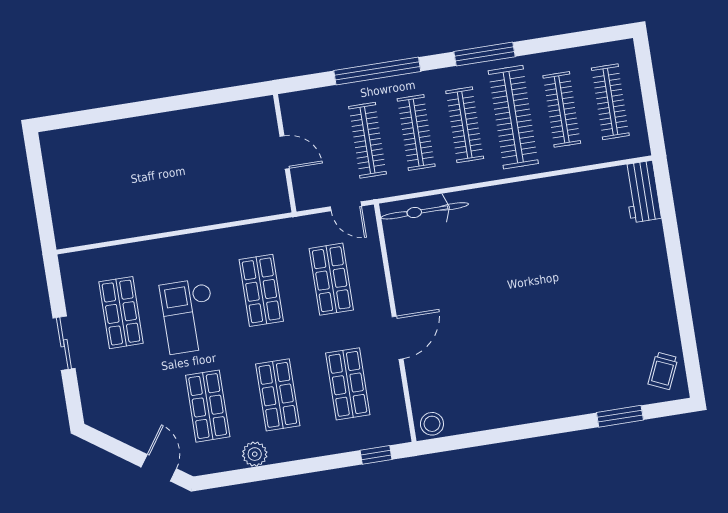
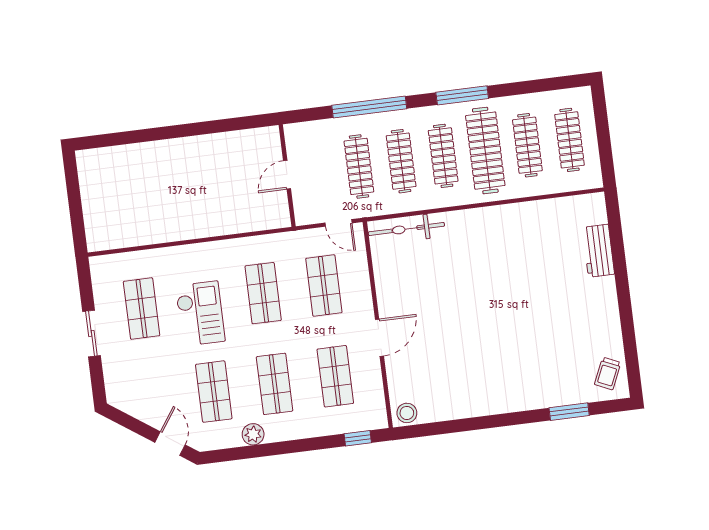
door: (285, 152) -> (287, 175), swing flipped
workbench: (642, 192) -> (598, 251), moved
checkout: (189, 316) -> (200, 313), turned 180

